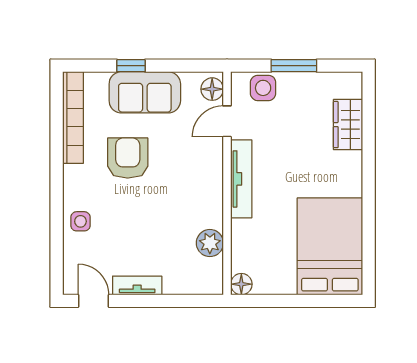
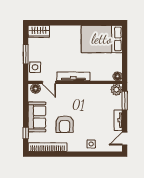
window: (131, 66) -> (26, 133), moved
wardrobe: (348, 125) -> (39, 31), moved
armchair: (128, 158) -> (65, 124), turned -90
plant: (210, 243) -> (116, 90), moved
window: (184, 301) -> (125, 101), added

